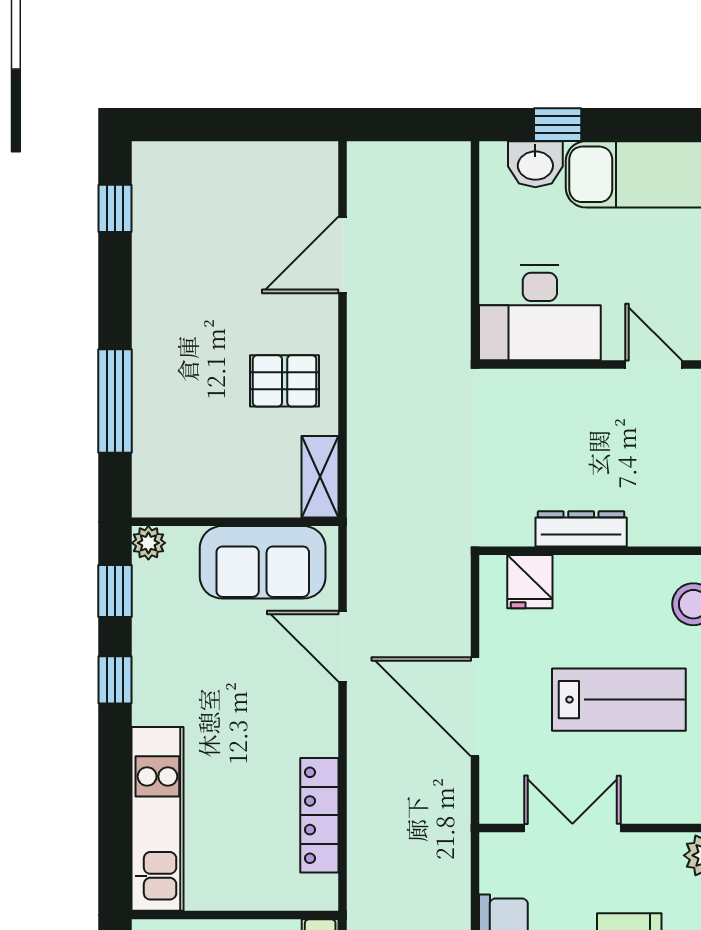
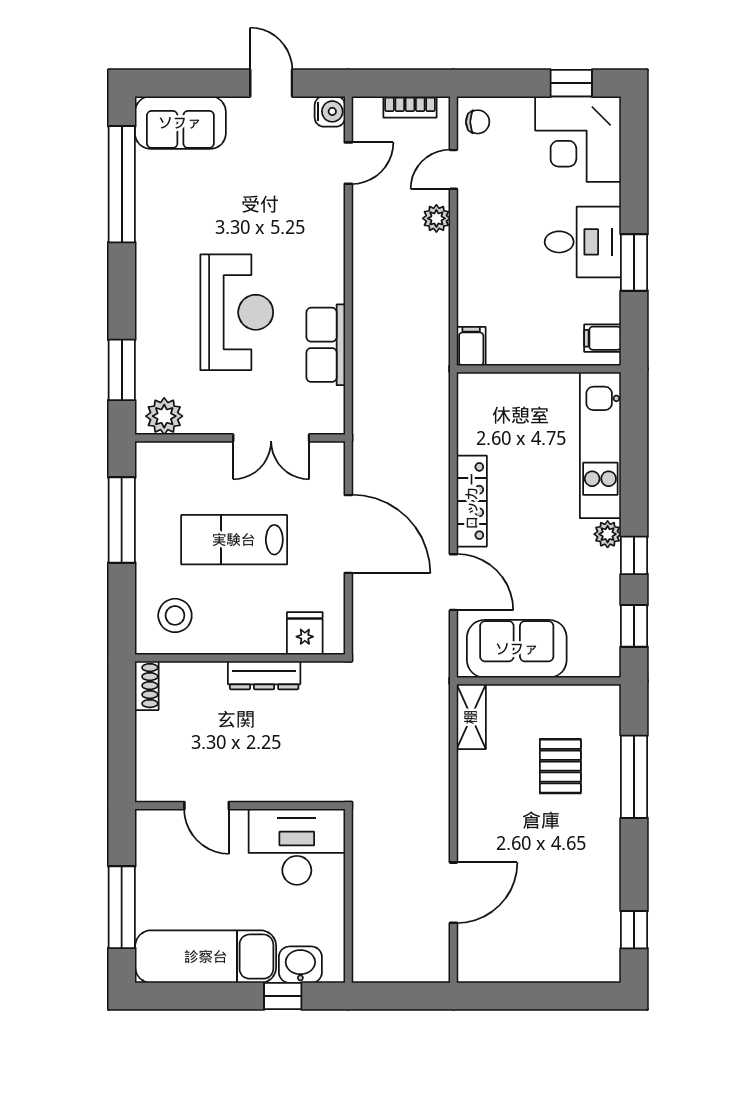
pallet: (285, 381) -> (560, 766), moved, turned 90
plant: (148, 543) -> (608, 534), moved
locker: (319, 815) -> (472, 501), moved

